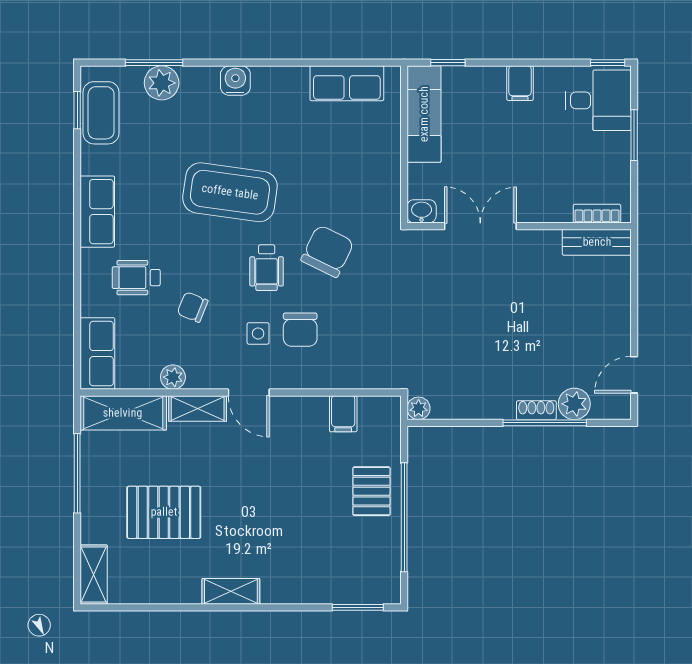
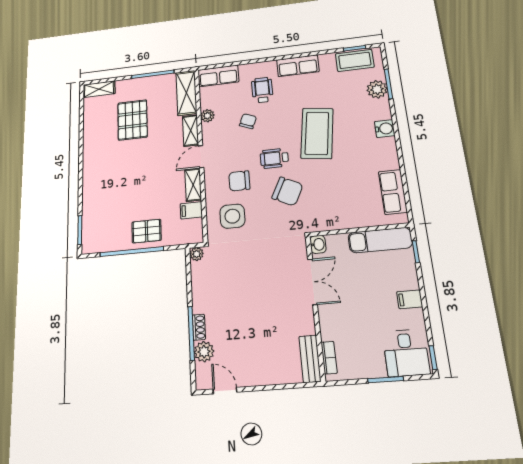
side table: (258, 333) -> (232, 216), moved, width x1.87, depth x1.87
shelving: (231, 591) -> (193, 185), moved

